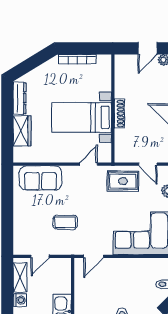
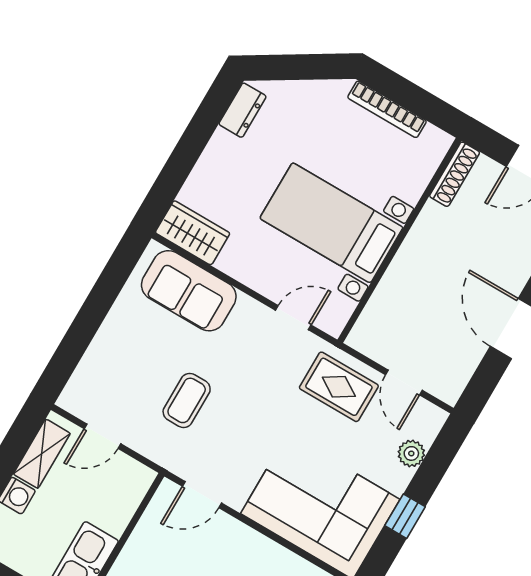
dresser: (20, 98) -> (242, 110), width x0.70
shoe rack: (119, 113) -> (455, 174), moved
wardrobe: (22, 131) -> (193, 233), moved, turned -90
coffee table: (65, 222) -> (187, 400), turned 90

